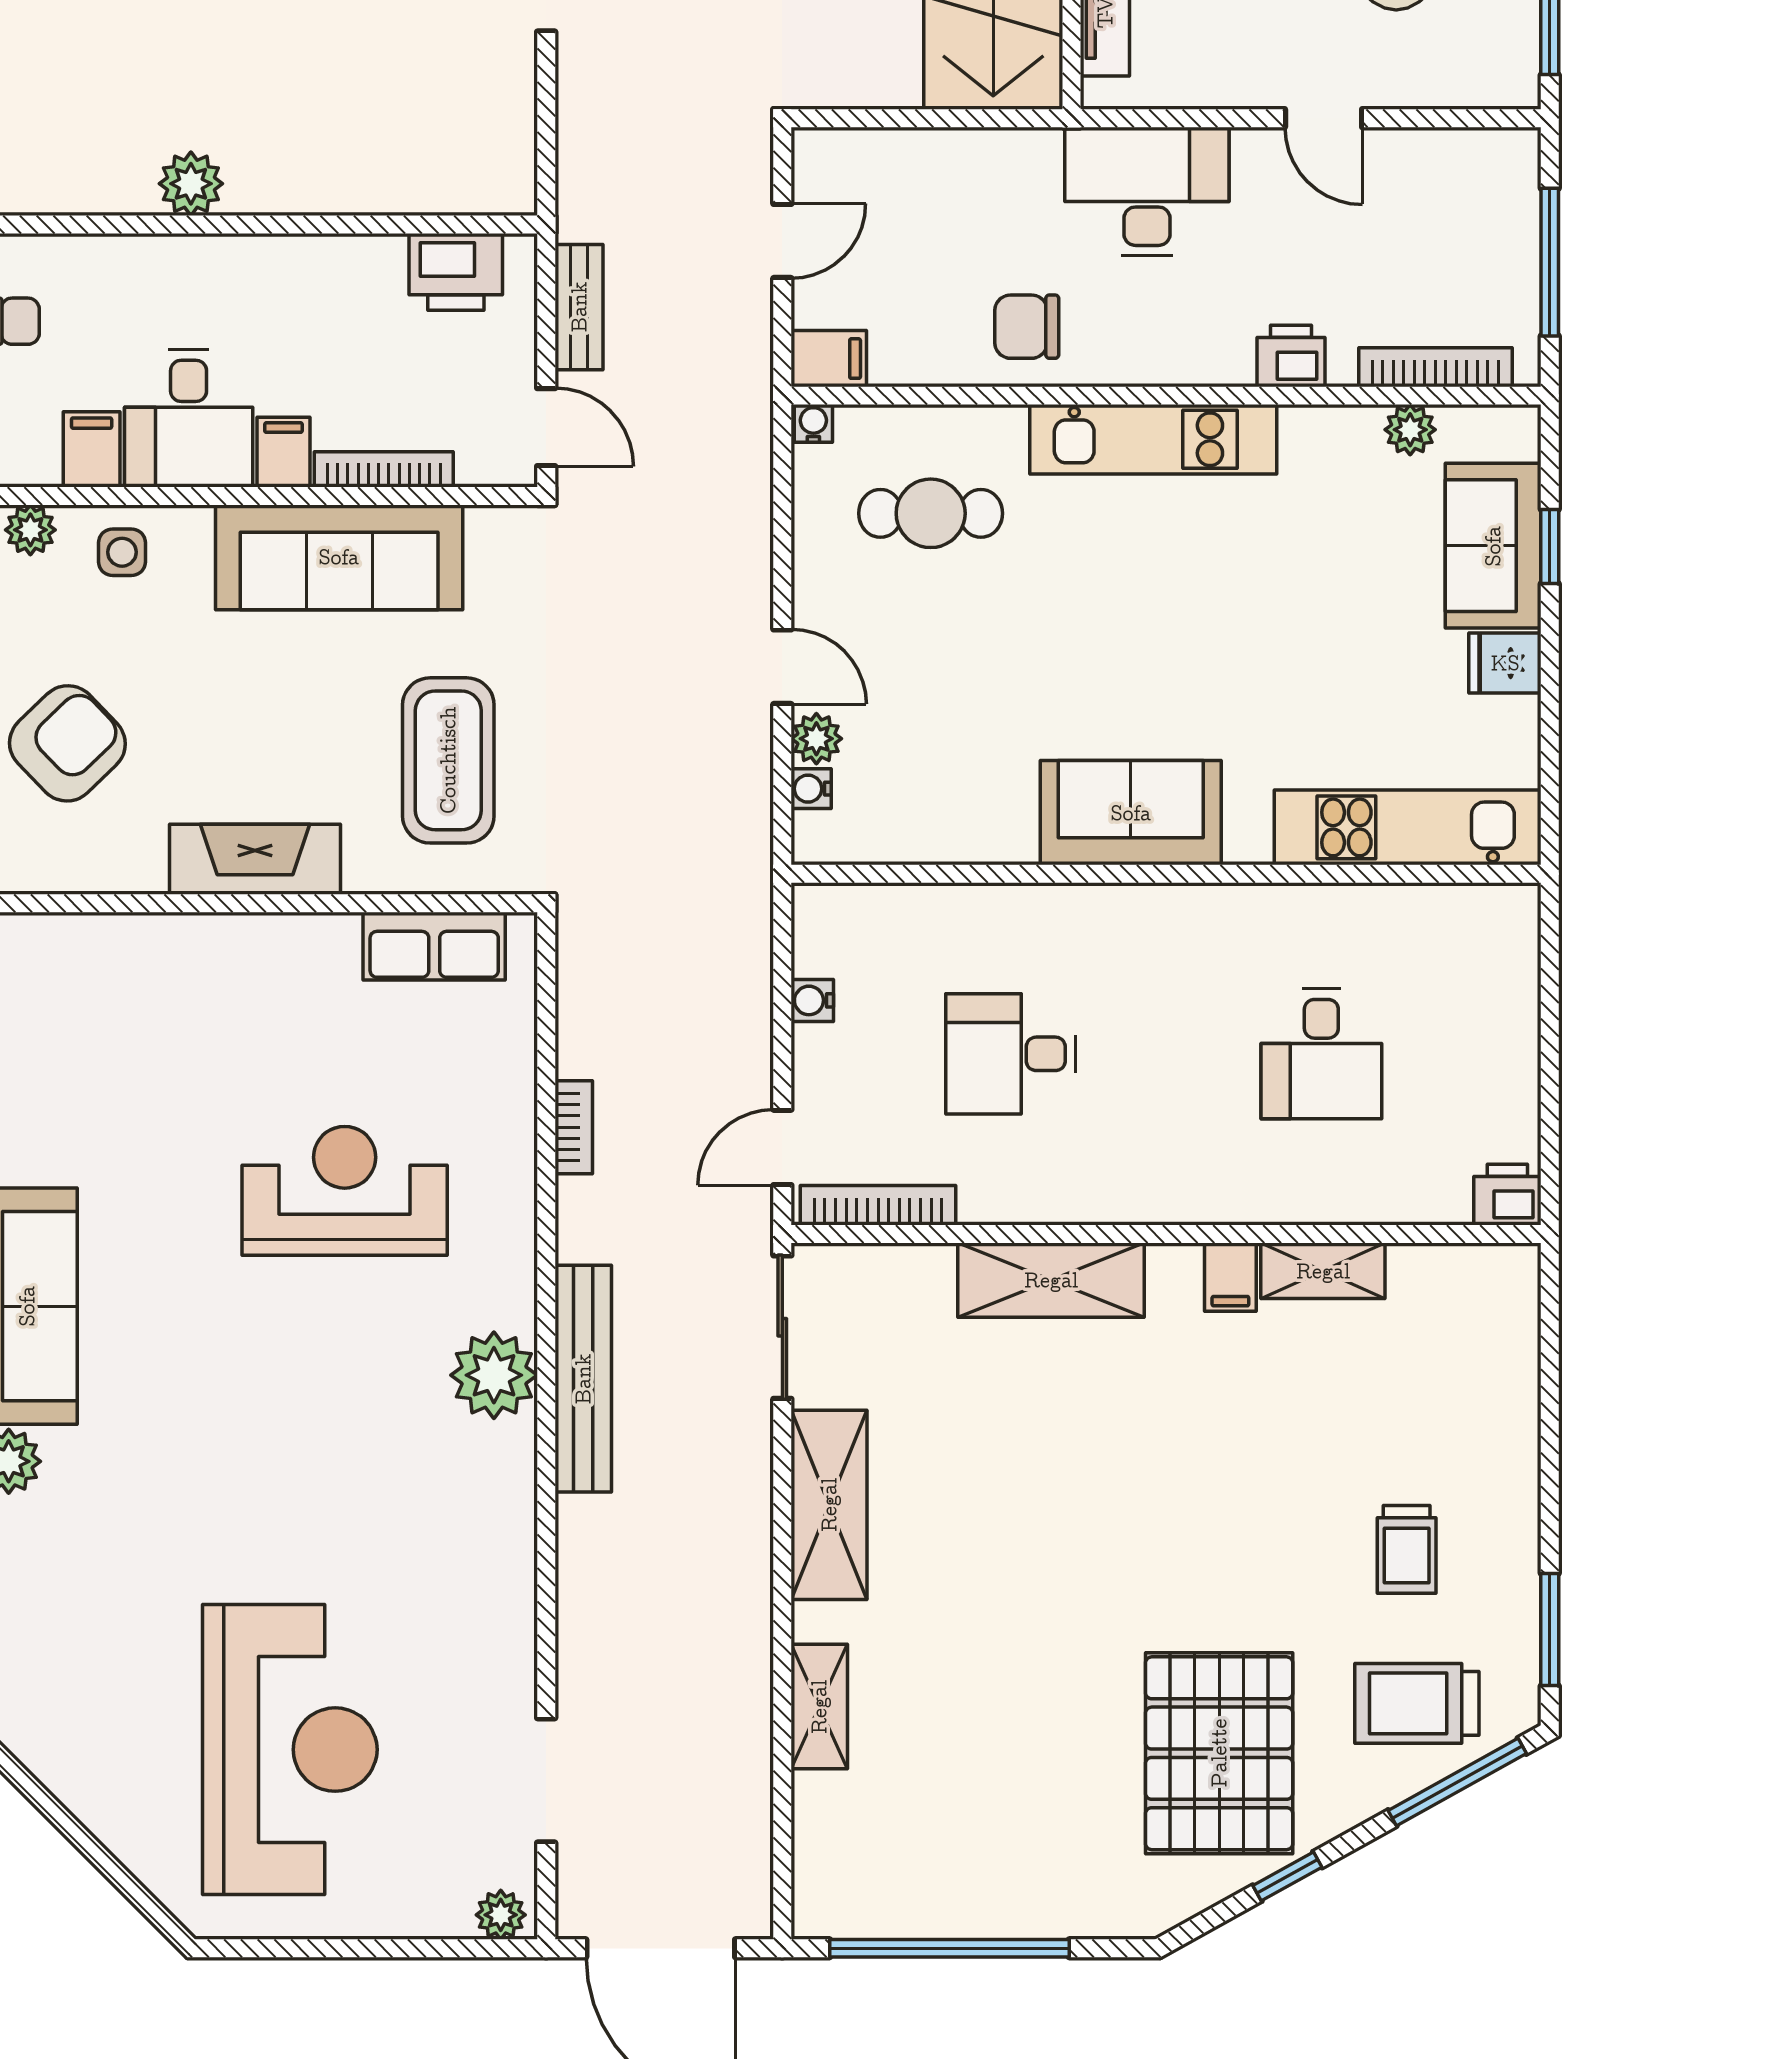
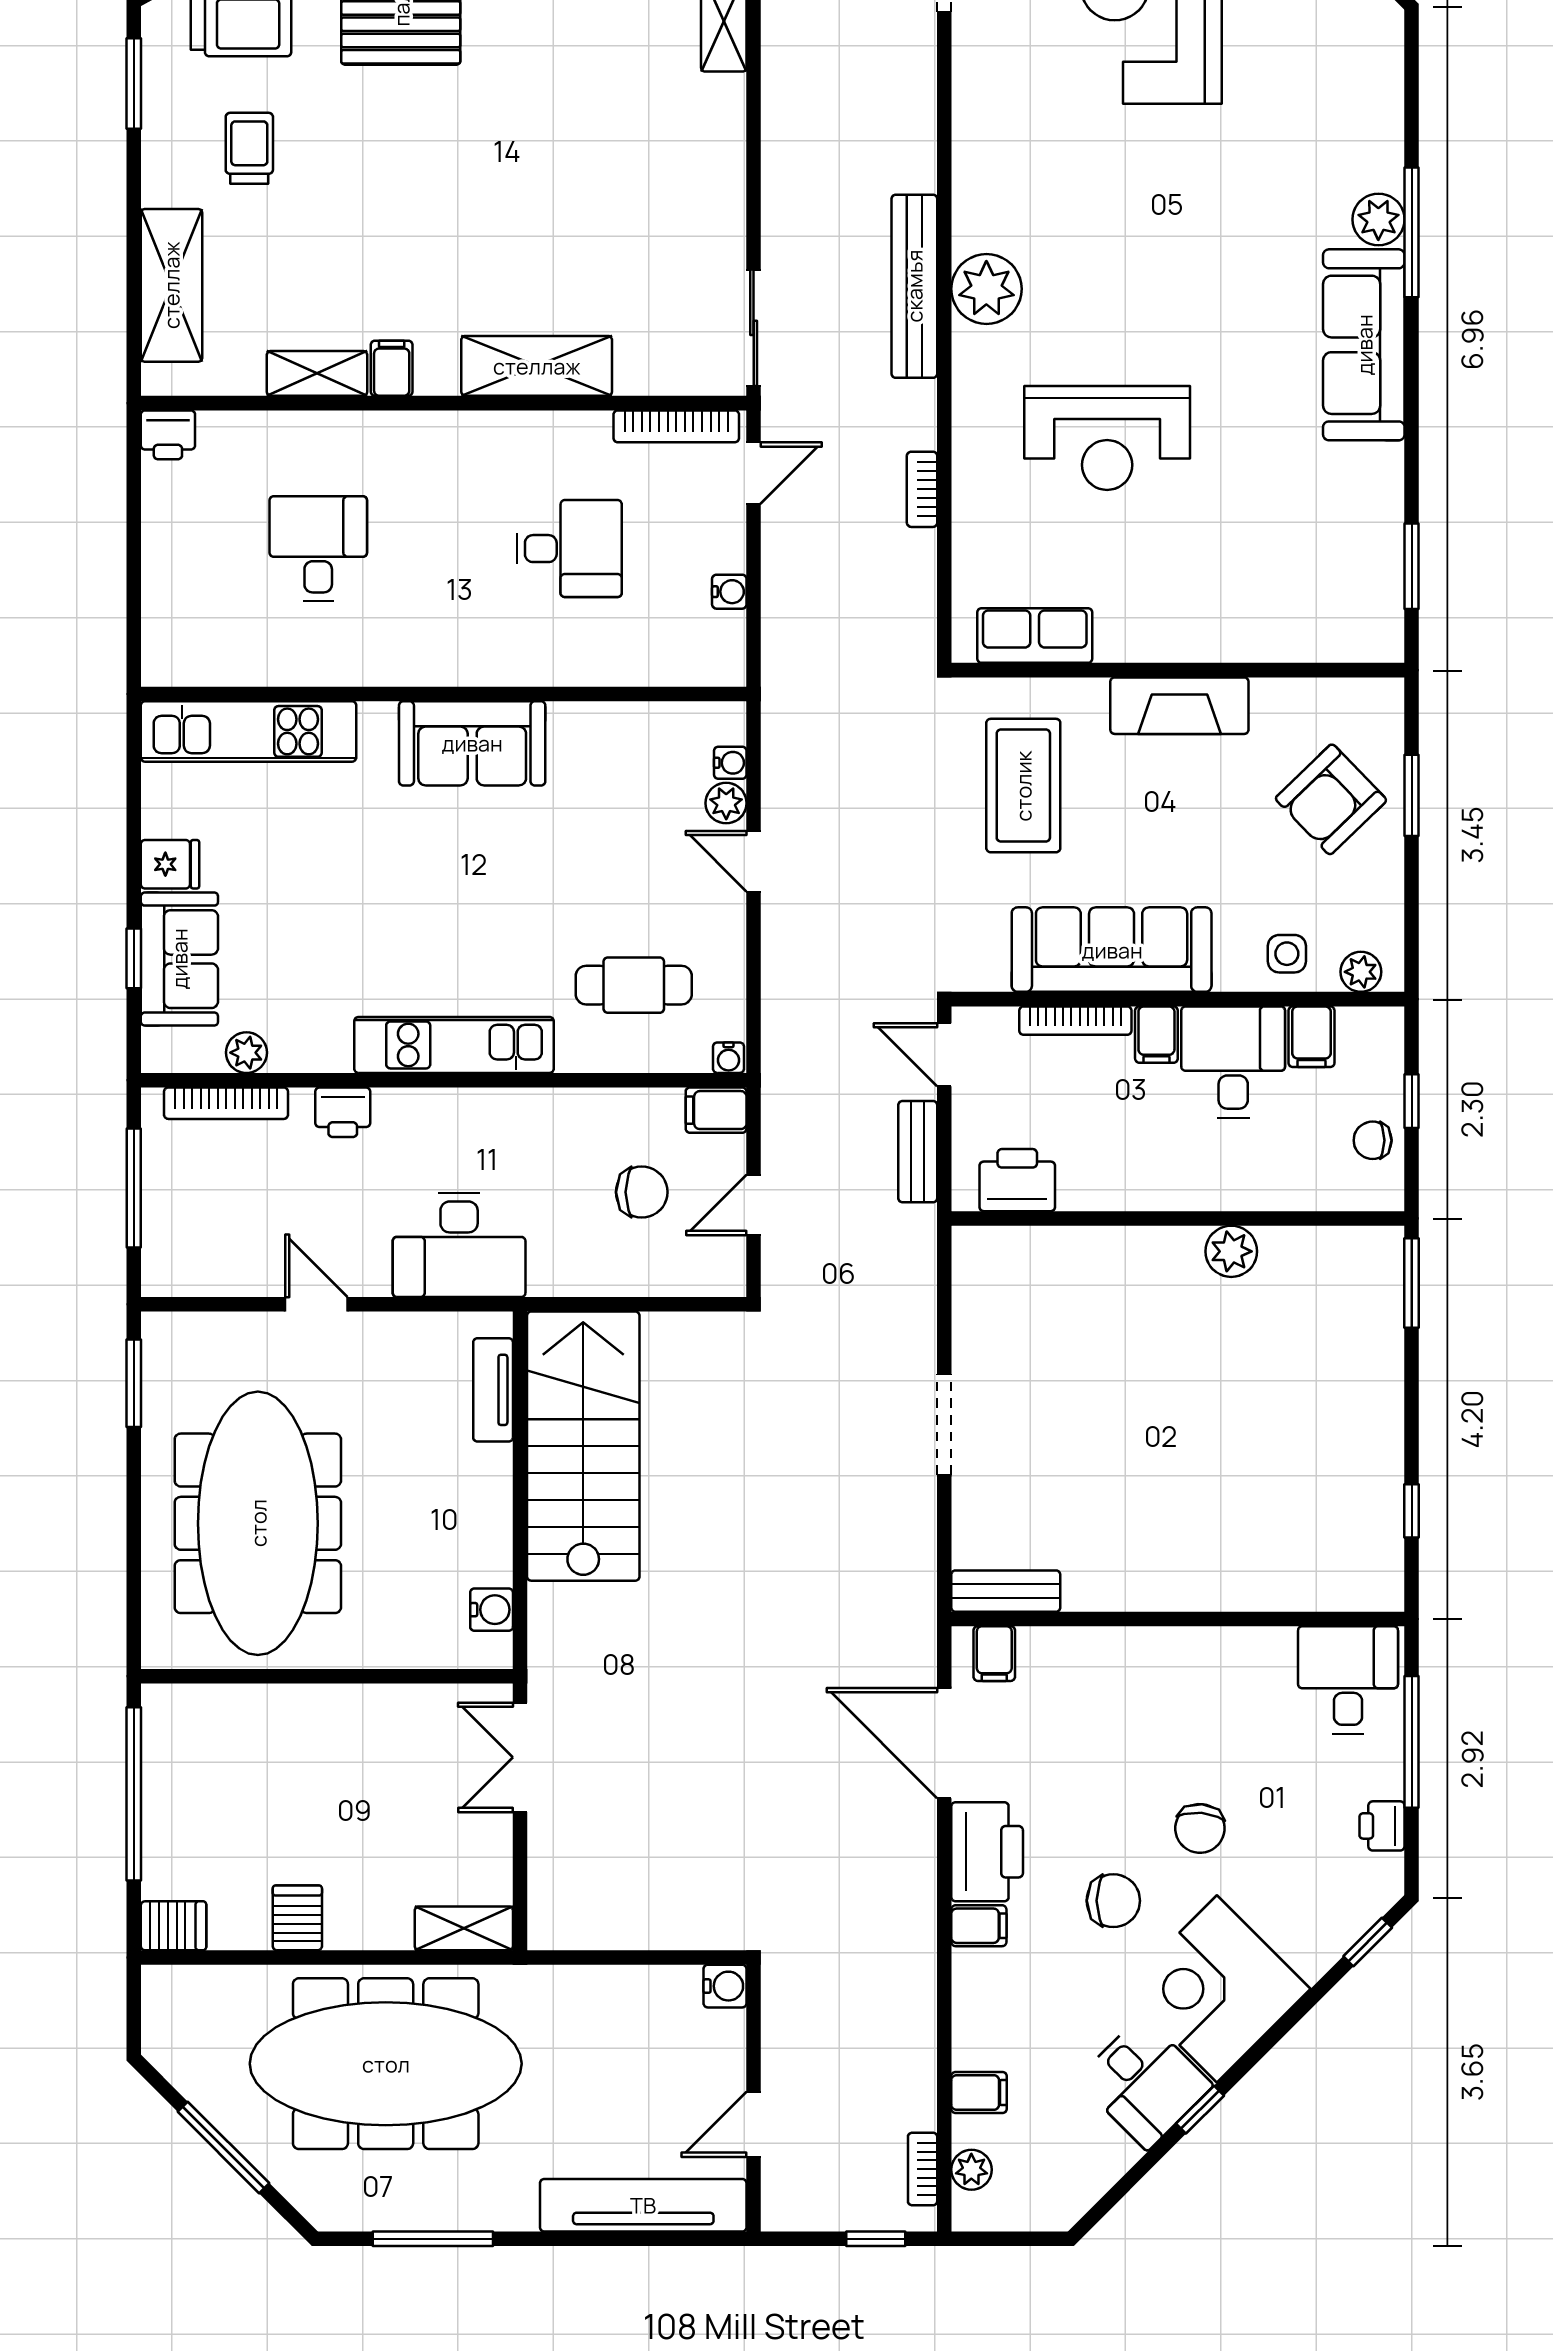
chair: (1027, 327) -> (642, 1192), moved
shelving: (829, 1505) -> (171, 285), moved

